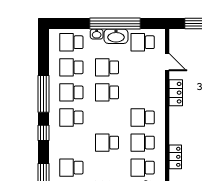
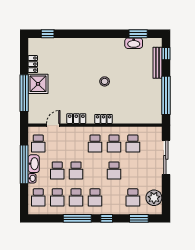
locker: (175, 157) -> (104, 119), moved

